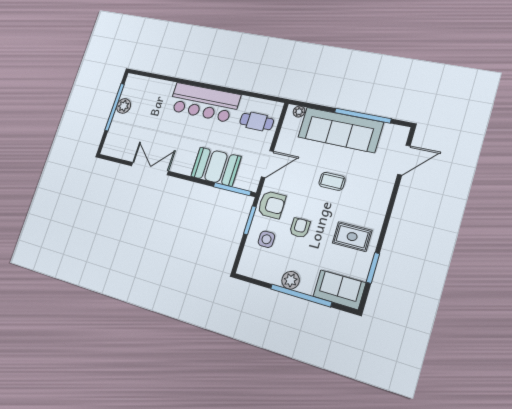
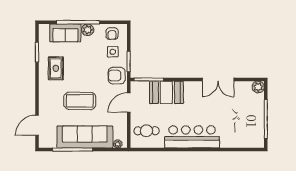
plant: (124, 106) -> (258, 87), moved
coffee table: (332, 181) -> (80, 101), width x1.86, depth x1.72
armchair: (300, 228) -> (112, 34), moved
rug: (352, 237) -> (56, 68), turned 90
sofa: (339, 290) -> (65, 33), moved

